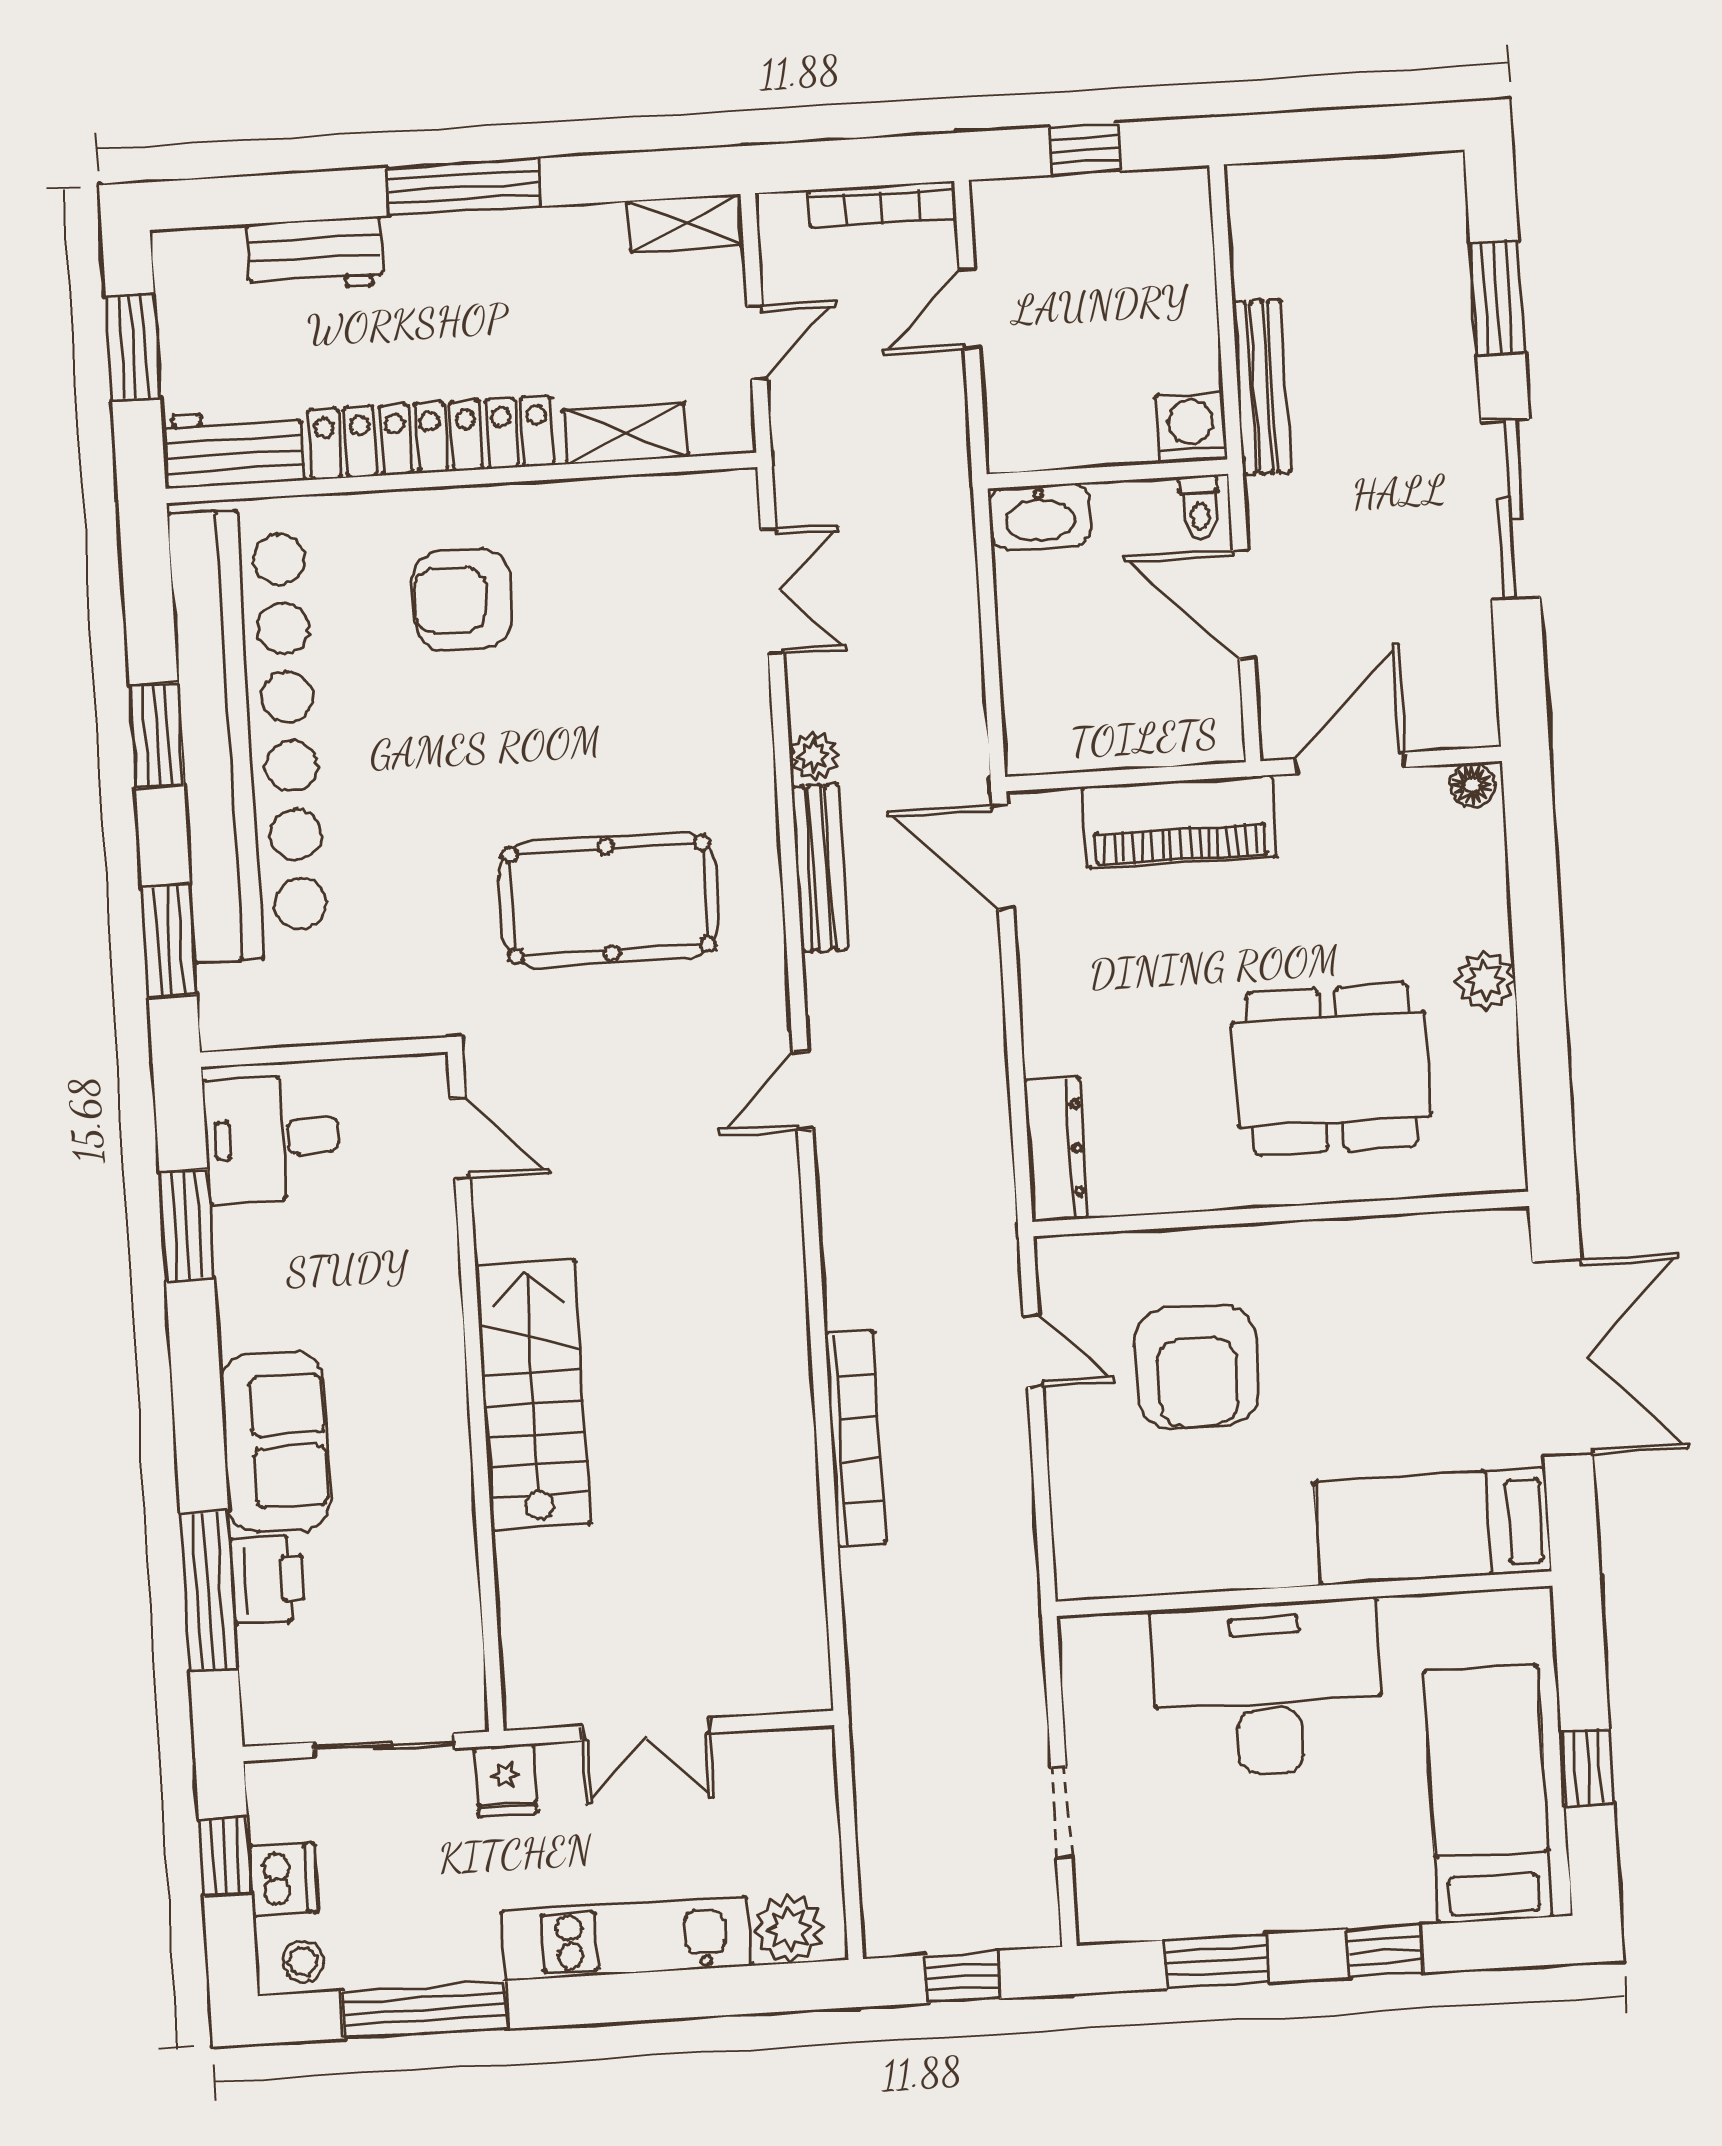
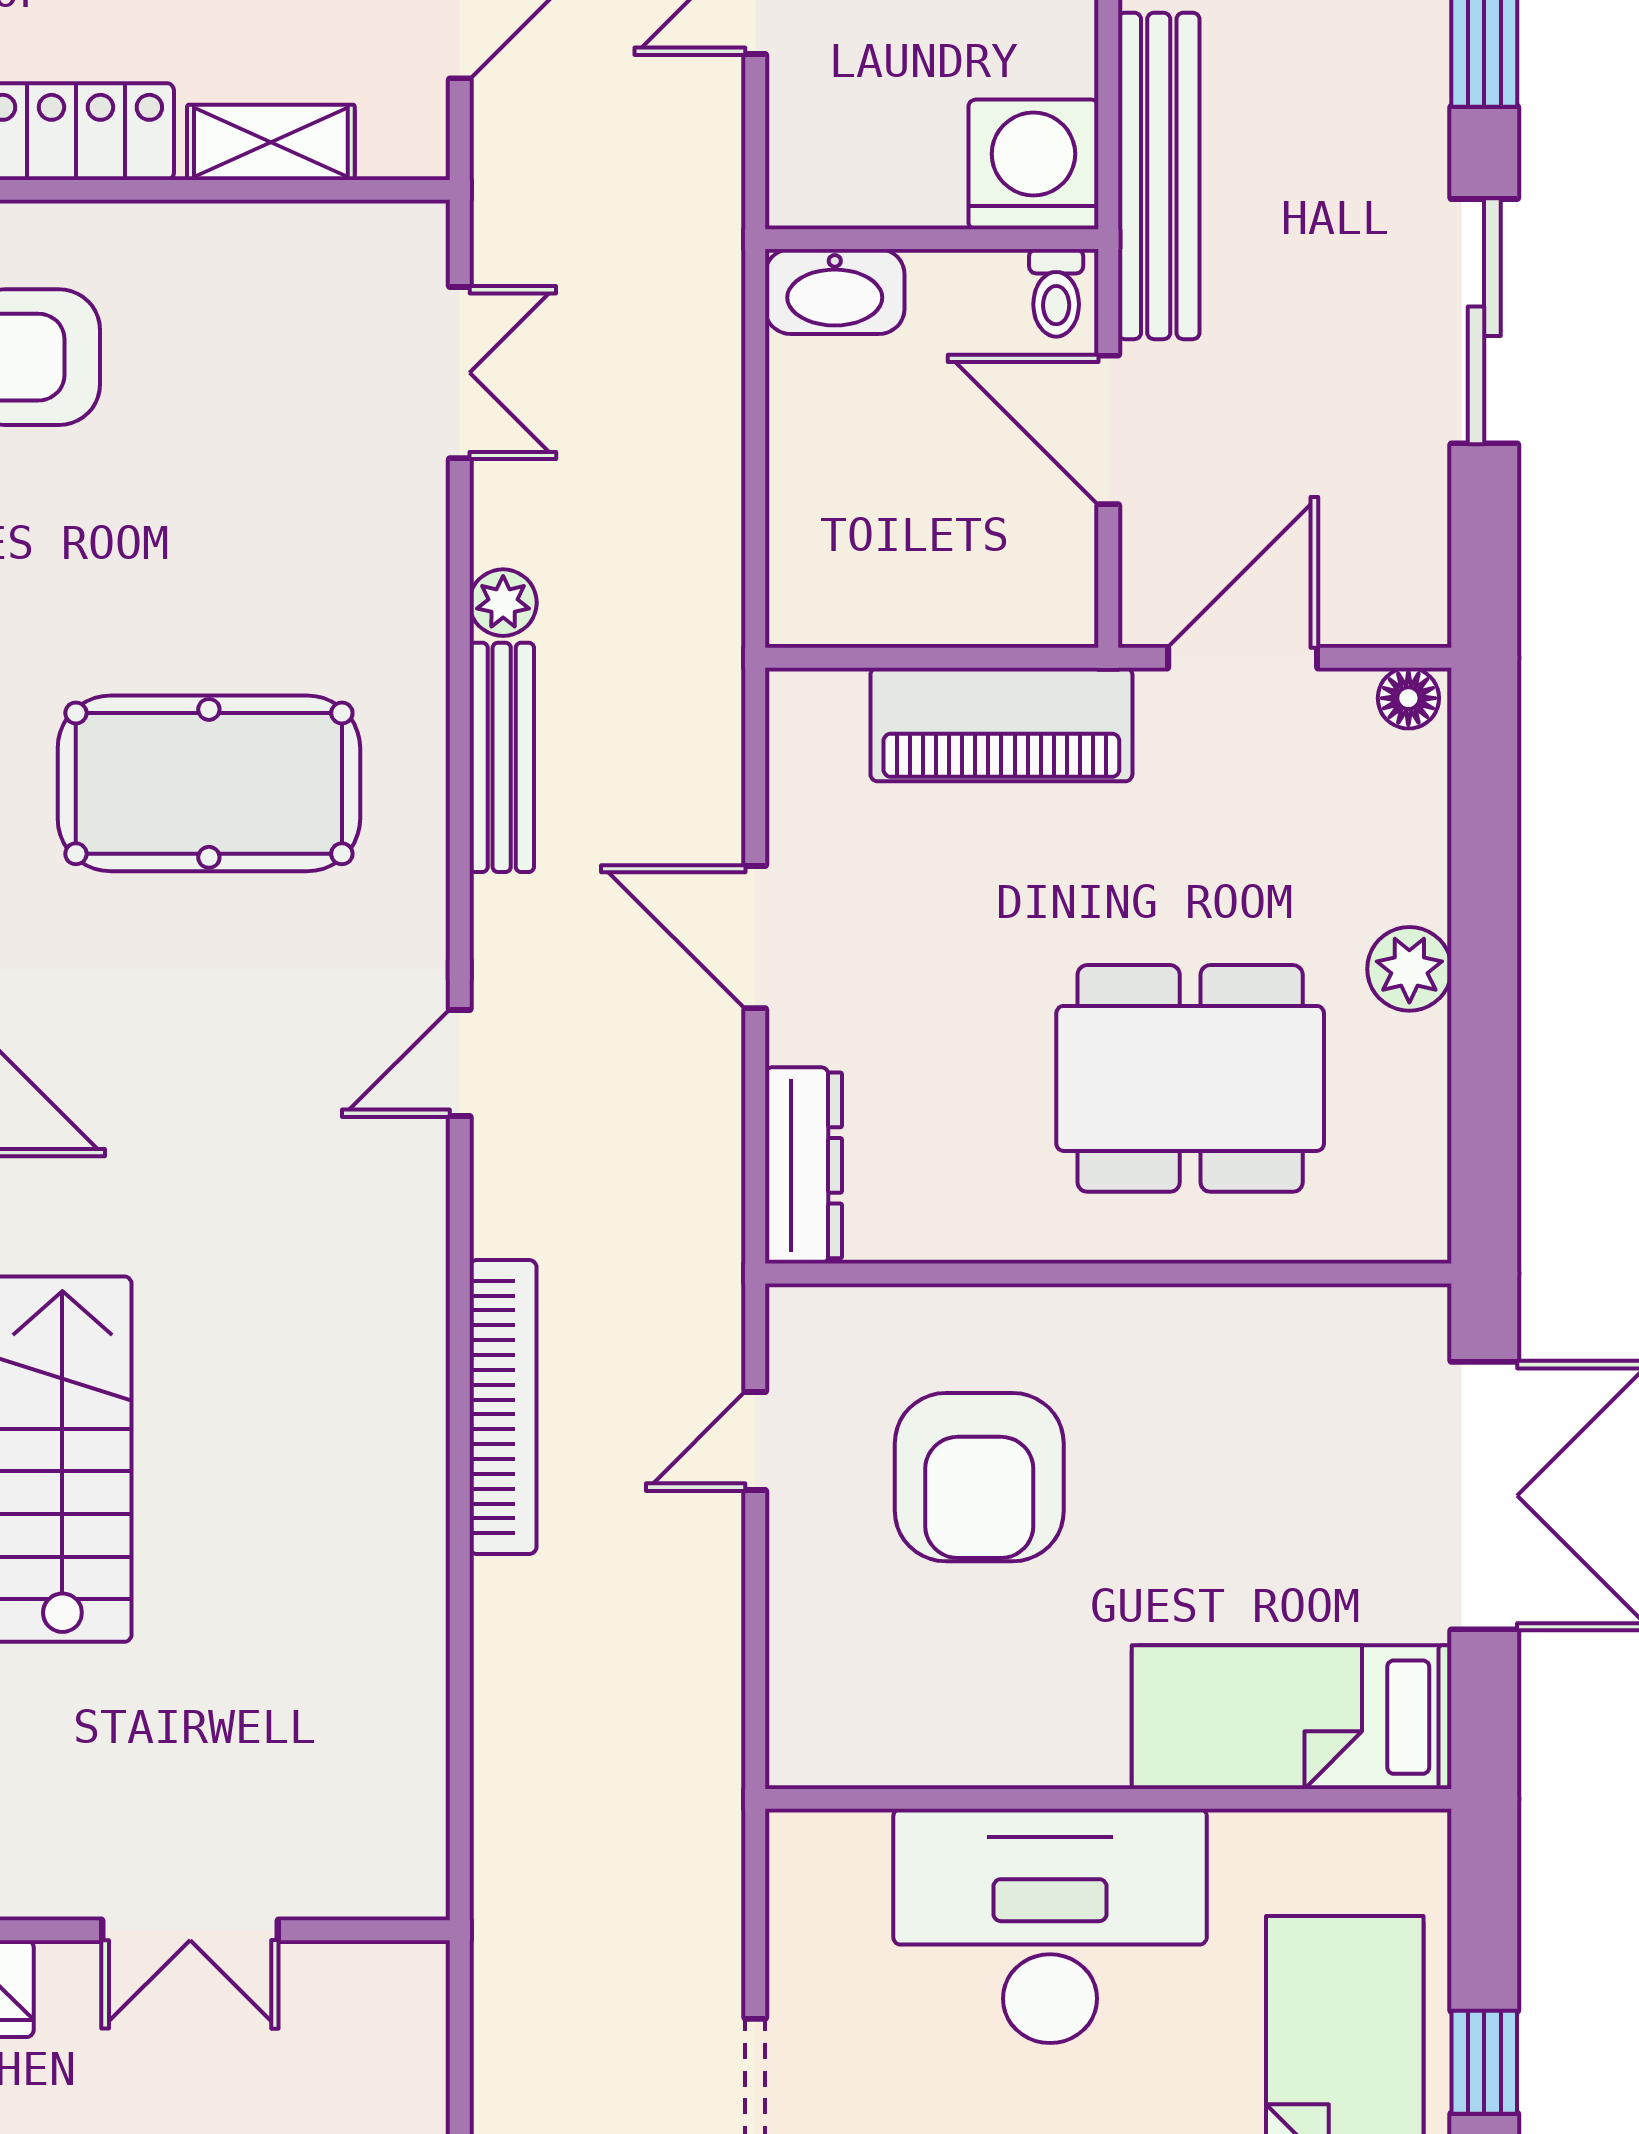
bench: (1262, 387) -> (1159, 176), width x1.37, depth x1.21
washing machine: (1191, 427) -> (1033, 164), width x1.37, depth x1.37
door: (1003, 857) -> (755, 937), moved
door: (1033, 1351) -> (755, 1441), swing flipped
bookcase: (855, 1438) -> (503, 1407), moved

